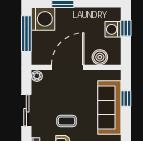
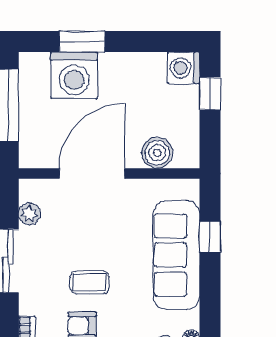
washing machine: (43, 19) -> (74, 75), moved, turned 90
washing machine: (113, 29) -> (184, 68), moved
plant: (37, 76) -> (29, 214), moved

